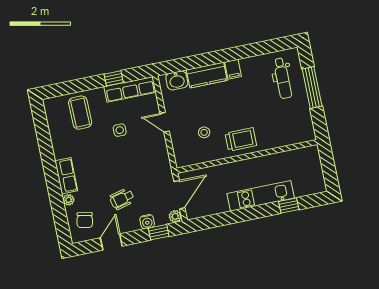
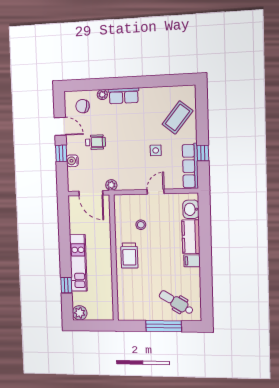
dental chair: (283, 78) -> (176, 302), turned 31
coffee table: (80, 113) -> (177, 117), turned -50
plant: (317, 185) -> (80, 313), added
wheelchair: (122, 199) -> (95, 142), turned 104
plant: (175, 216) -> (111, 185), moved
window: (159, 232) -> (61, 153), moved

